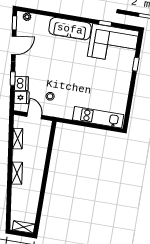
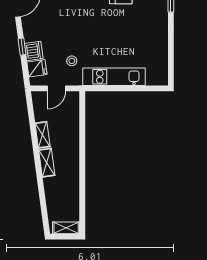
door: (34, 116) -> (56, 88), swing flipped
kitchen unit: (98, 117) -> (114, 77), moved
shelving: (18, 139) -> (43, 135), moved

